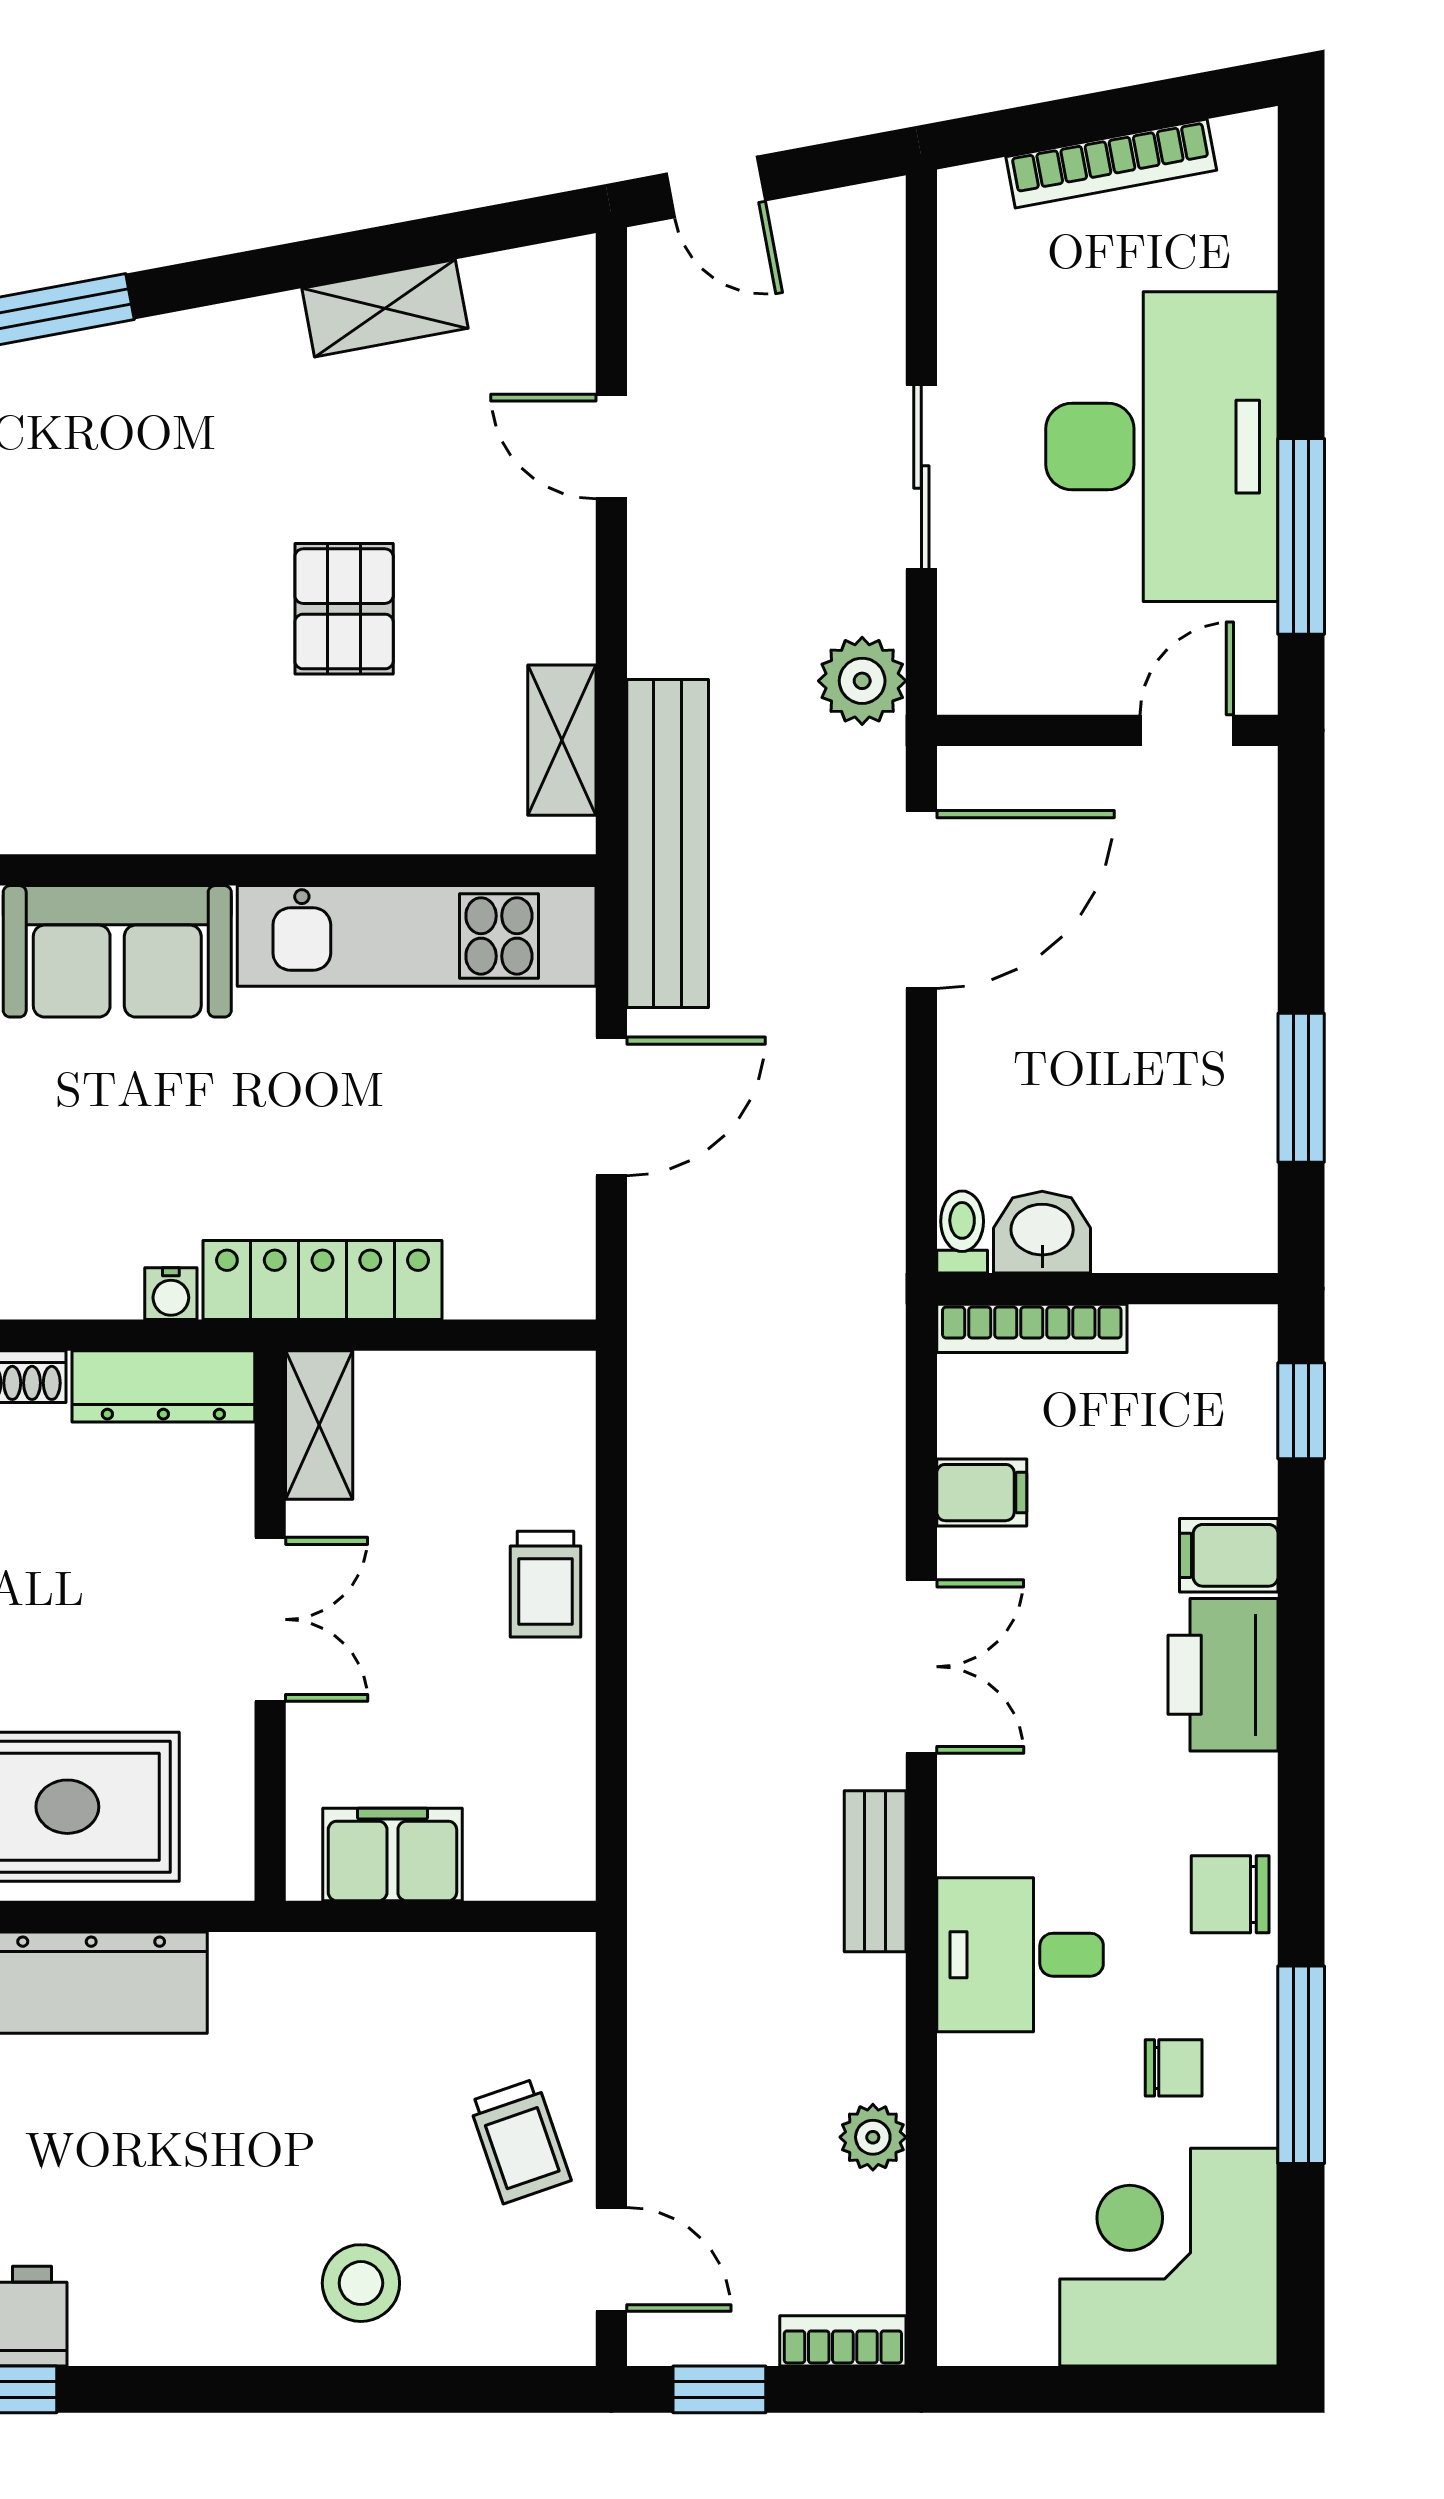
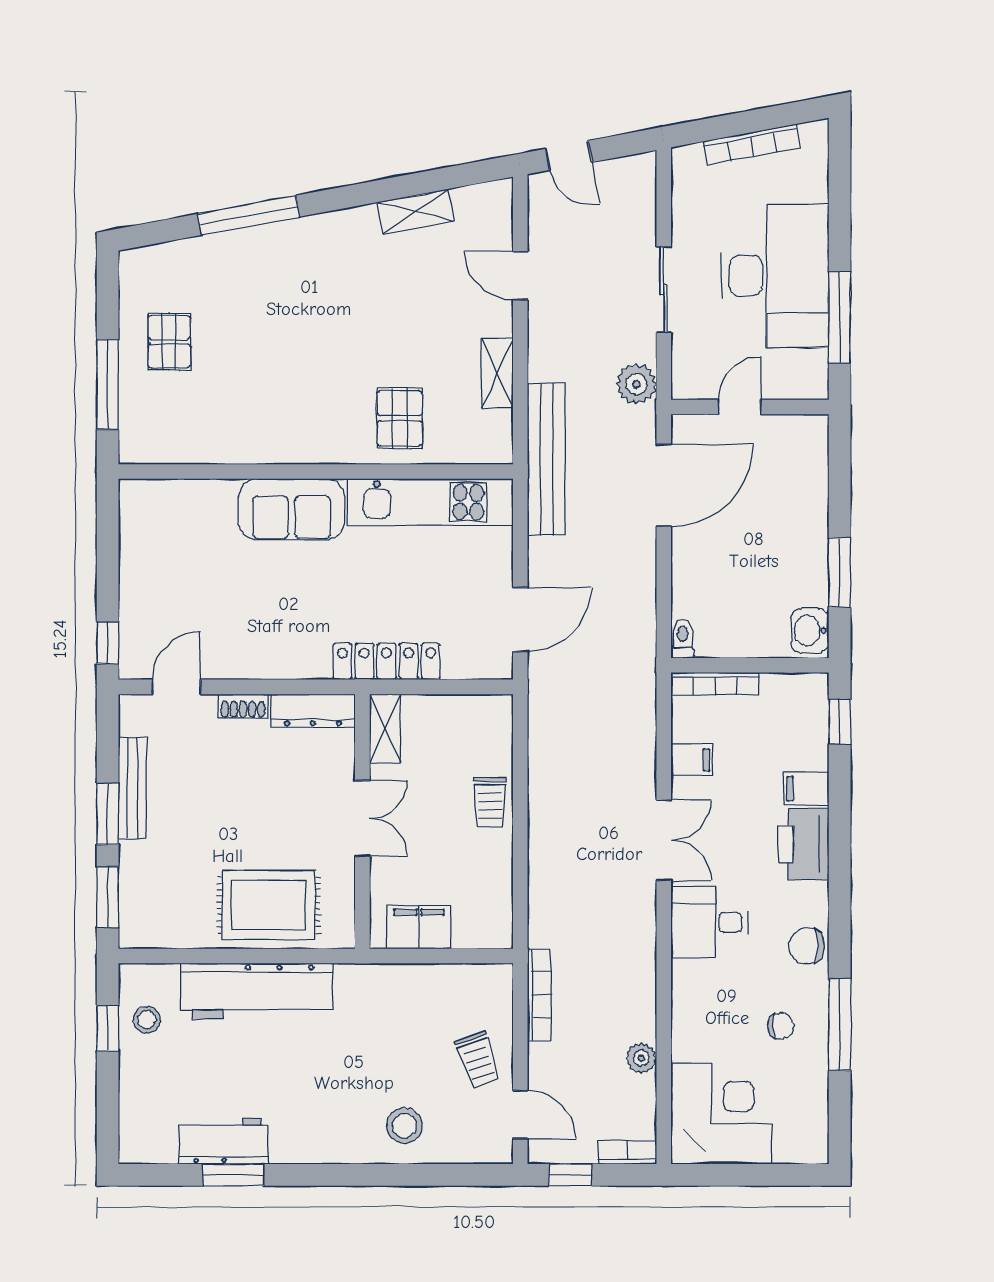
pallet: (344, 609) -> (400, 418), moved
door: (1187, 730) -> (739, 407), moved
shelving: (562, 740) -> (497, 373), moved
door: (611, 1106) -> (520, 619), moved
washbasin: (1042, 1232) -> (810, 631), moved, turned -90
water cooler: (171, 1294) -> (316, 668), removed
bench: (875, 1871) -> (642, 935), removed
desk: (1020, 1955) -> (709, 922), moved
bookcase: (652, 2001) -> (539, 995), added
corner desk: (1169, 2257) -> (721, 1114), moved, turned 90

